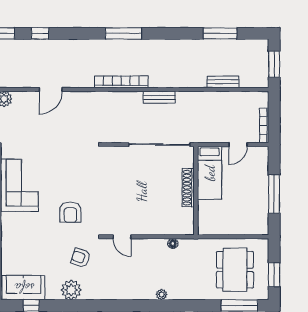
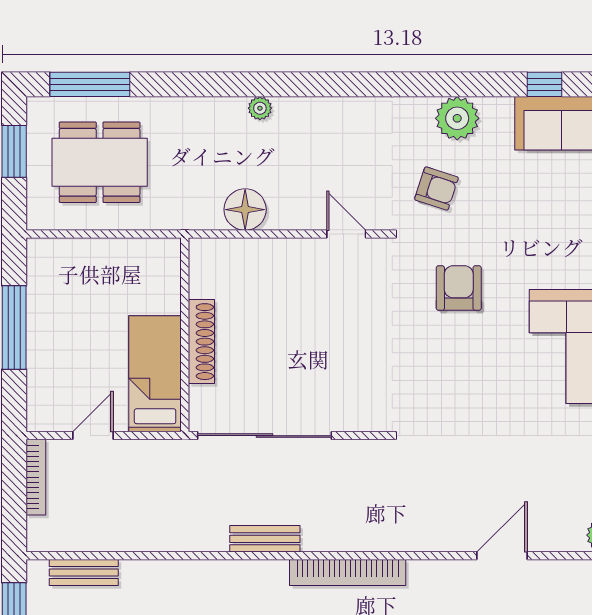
bench: (223, 82) -> (84, 572), moved
floor lamp: (173, 244) -> (245, 210), width x1.89, depth x1.89
dining table: (235, 270) -> (100, 162), turned 90

